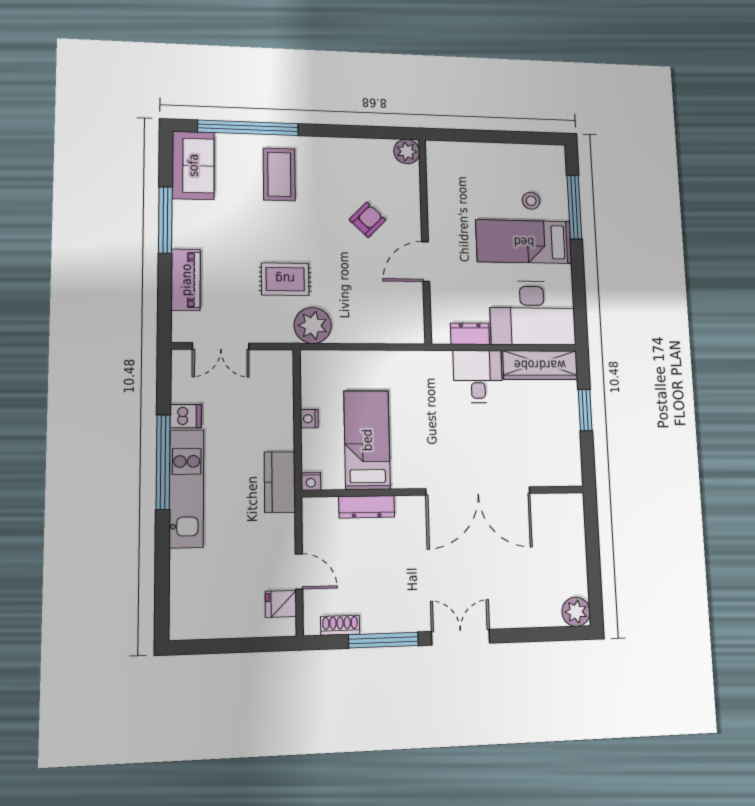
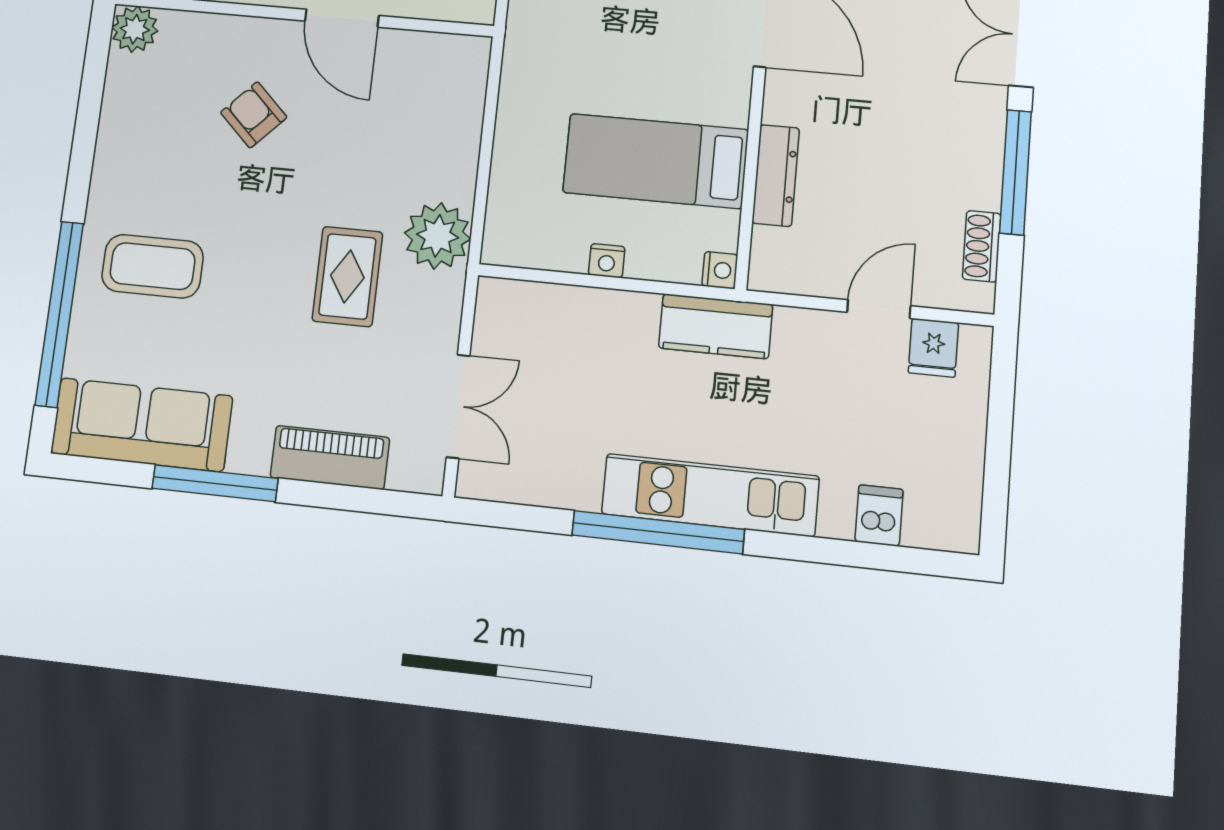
sofa: (193, 165) -> (142, 425), width x1.36
dishwasher: (186, 416) -> (879, 515), moved

